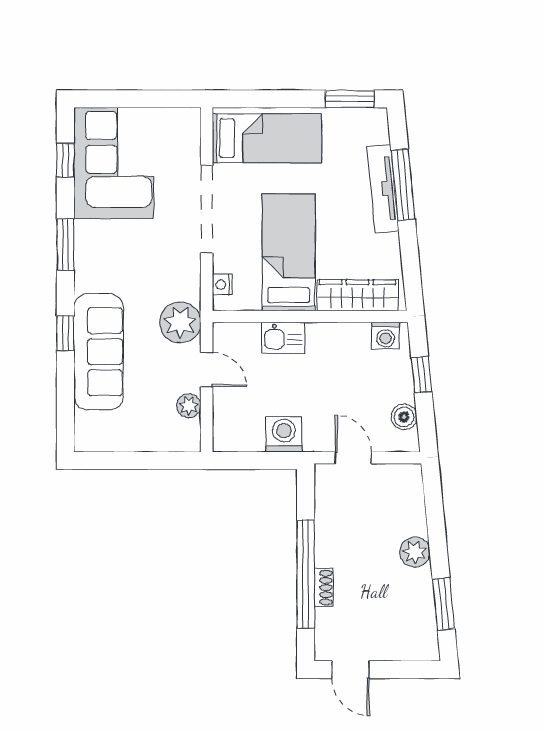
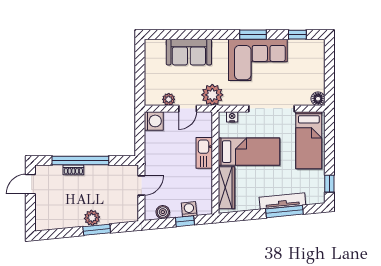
window: (350, 99) -> (329, 184), width x0.67
floor lamp: (188, 121) -> (318, 99), added
corner sofa: (114, 163) -> (258, 60), moved
window: (65, 333) -> (207, 35), removed
washing machine: (385, 336) -> (189, 209), moved, turned 84
kitchen sink: (283, 338) -> (204, 153), width x1.38
sofa: (99, 352) -> (189, 52), width x0.73
washing machine: (284, 434) -> (154, 121), moved
window: (444, 604) -> (97, 230), moved

